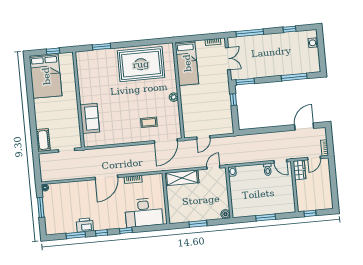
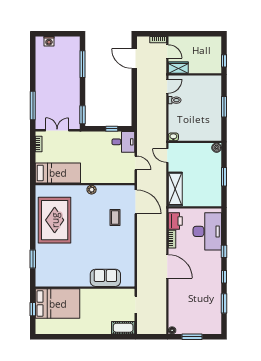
window: (290, 29) -> (33, 64), removed
bed: (46, 76) -> (58, 304), moved
window: (233, 100) -> (112, 129), moved
desk: (223, 124) -> (123, 142), added
printer: (85, 225) -> (175, 221), moved, turned 180

